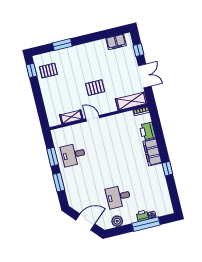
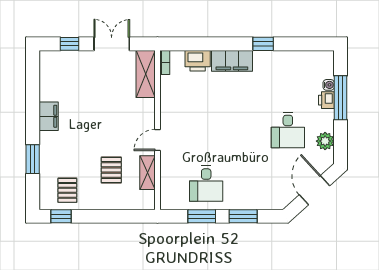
filing cabinet: (116, 42) -> (49, 116), moved
pallet: (95, 88) -> (111, 170), moved

